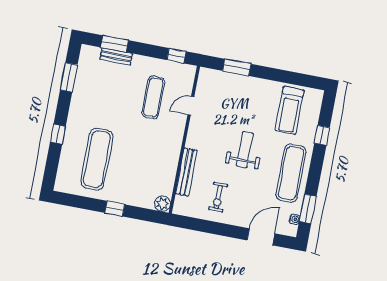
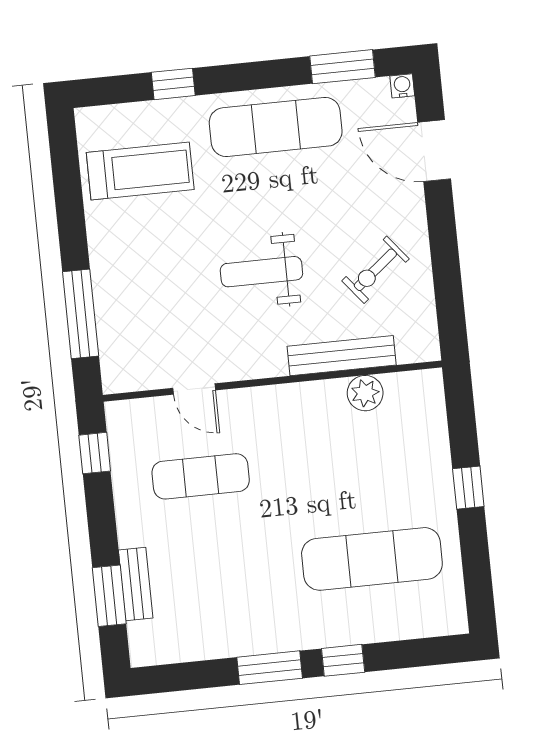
window: (237, 67) -> (81, 314), width x1.44
window: (69, 77) -> (270, 668), moved
weight bench: (245, 150) -> (261, 272), moved
exercise bike: (218, 197) -> (375, 270), turned 141
plant: (162, 204) -> (365, 393), moved
water cooler: (295, 219) -> (402, 86), moved

